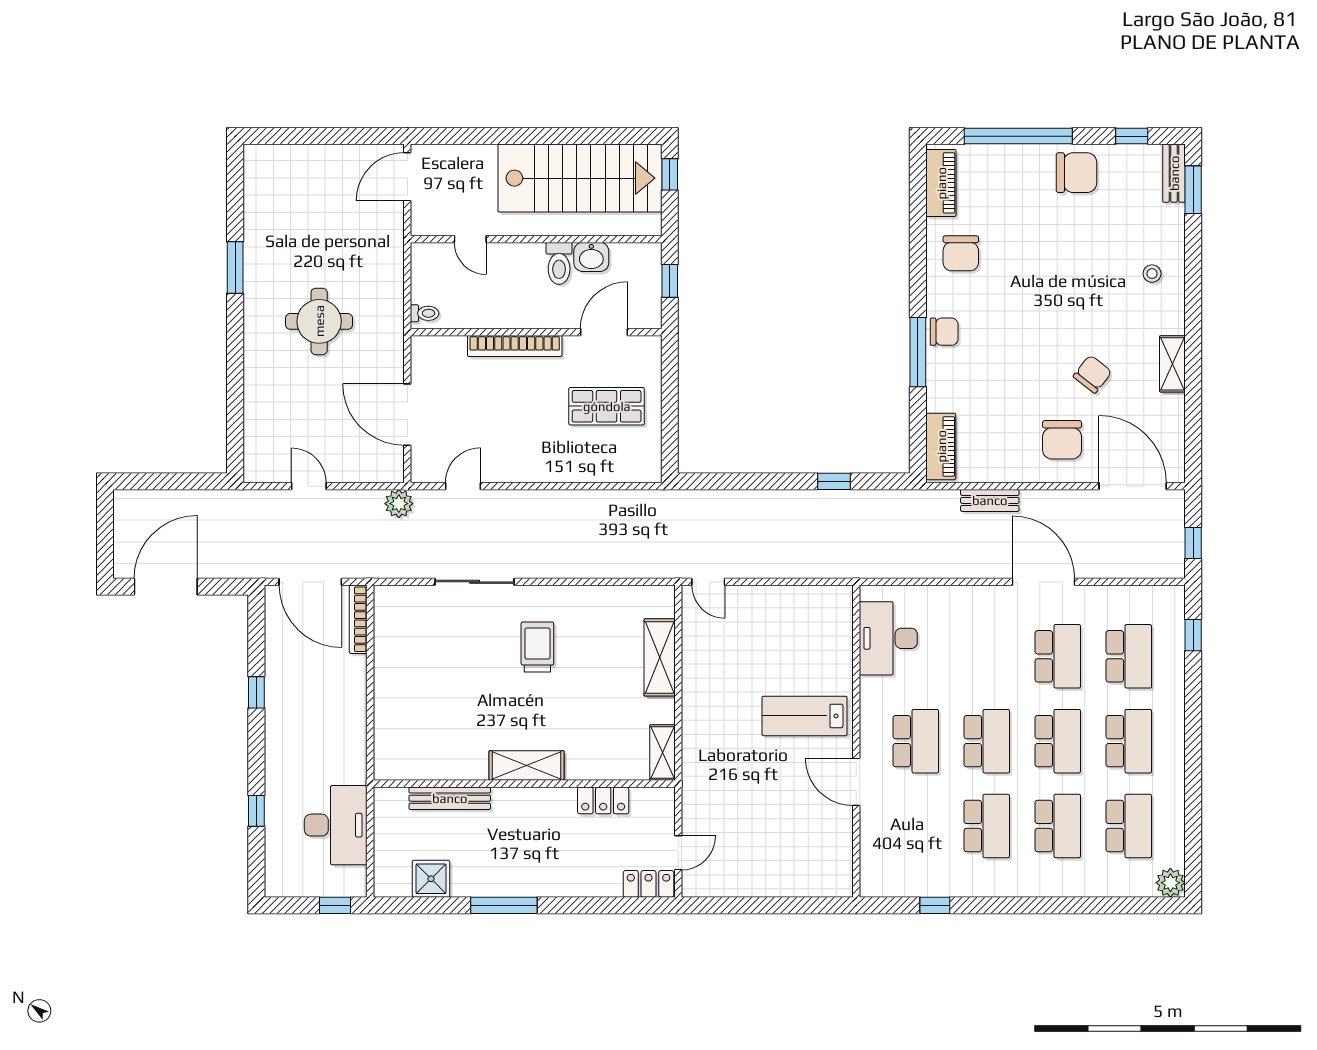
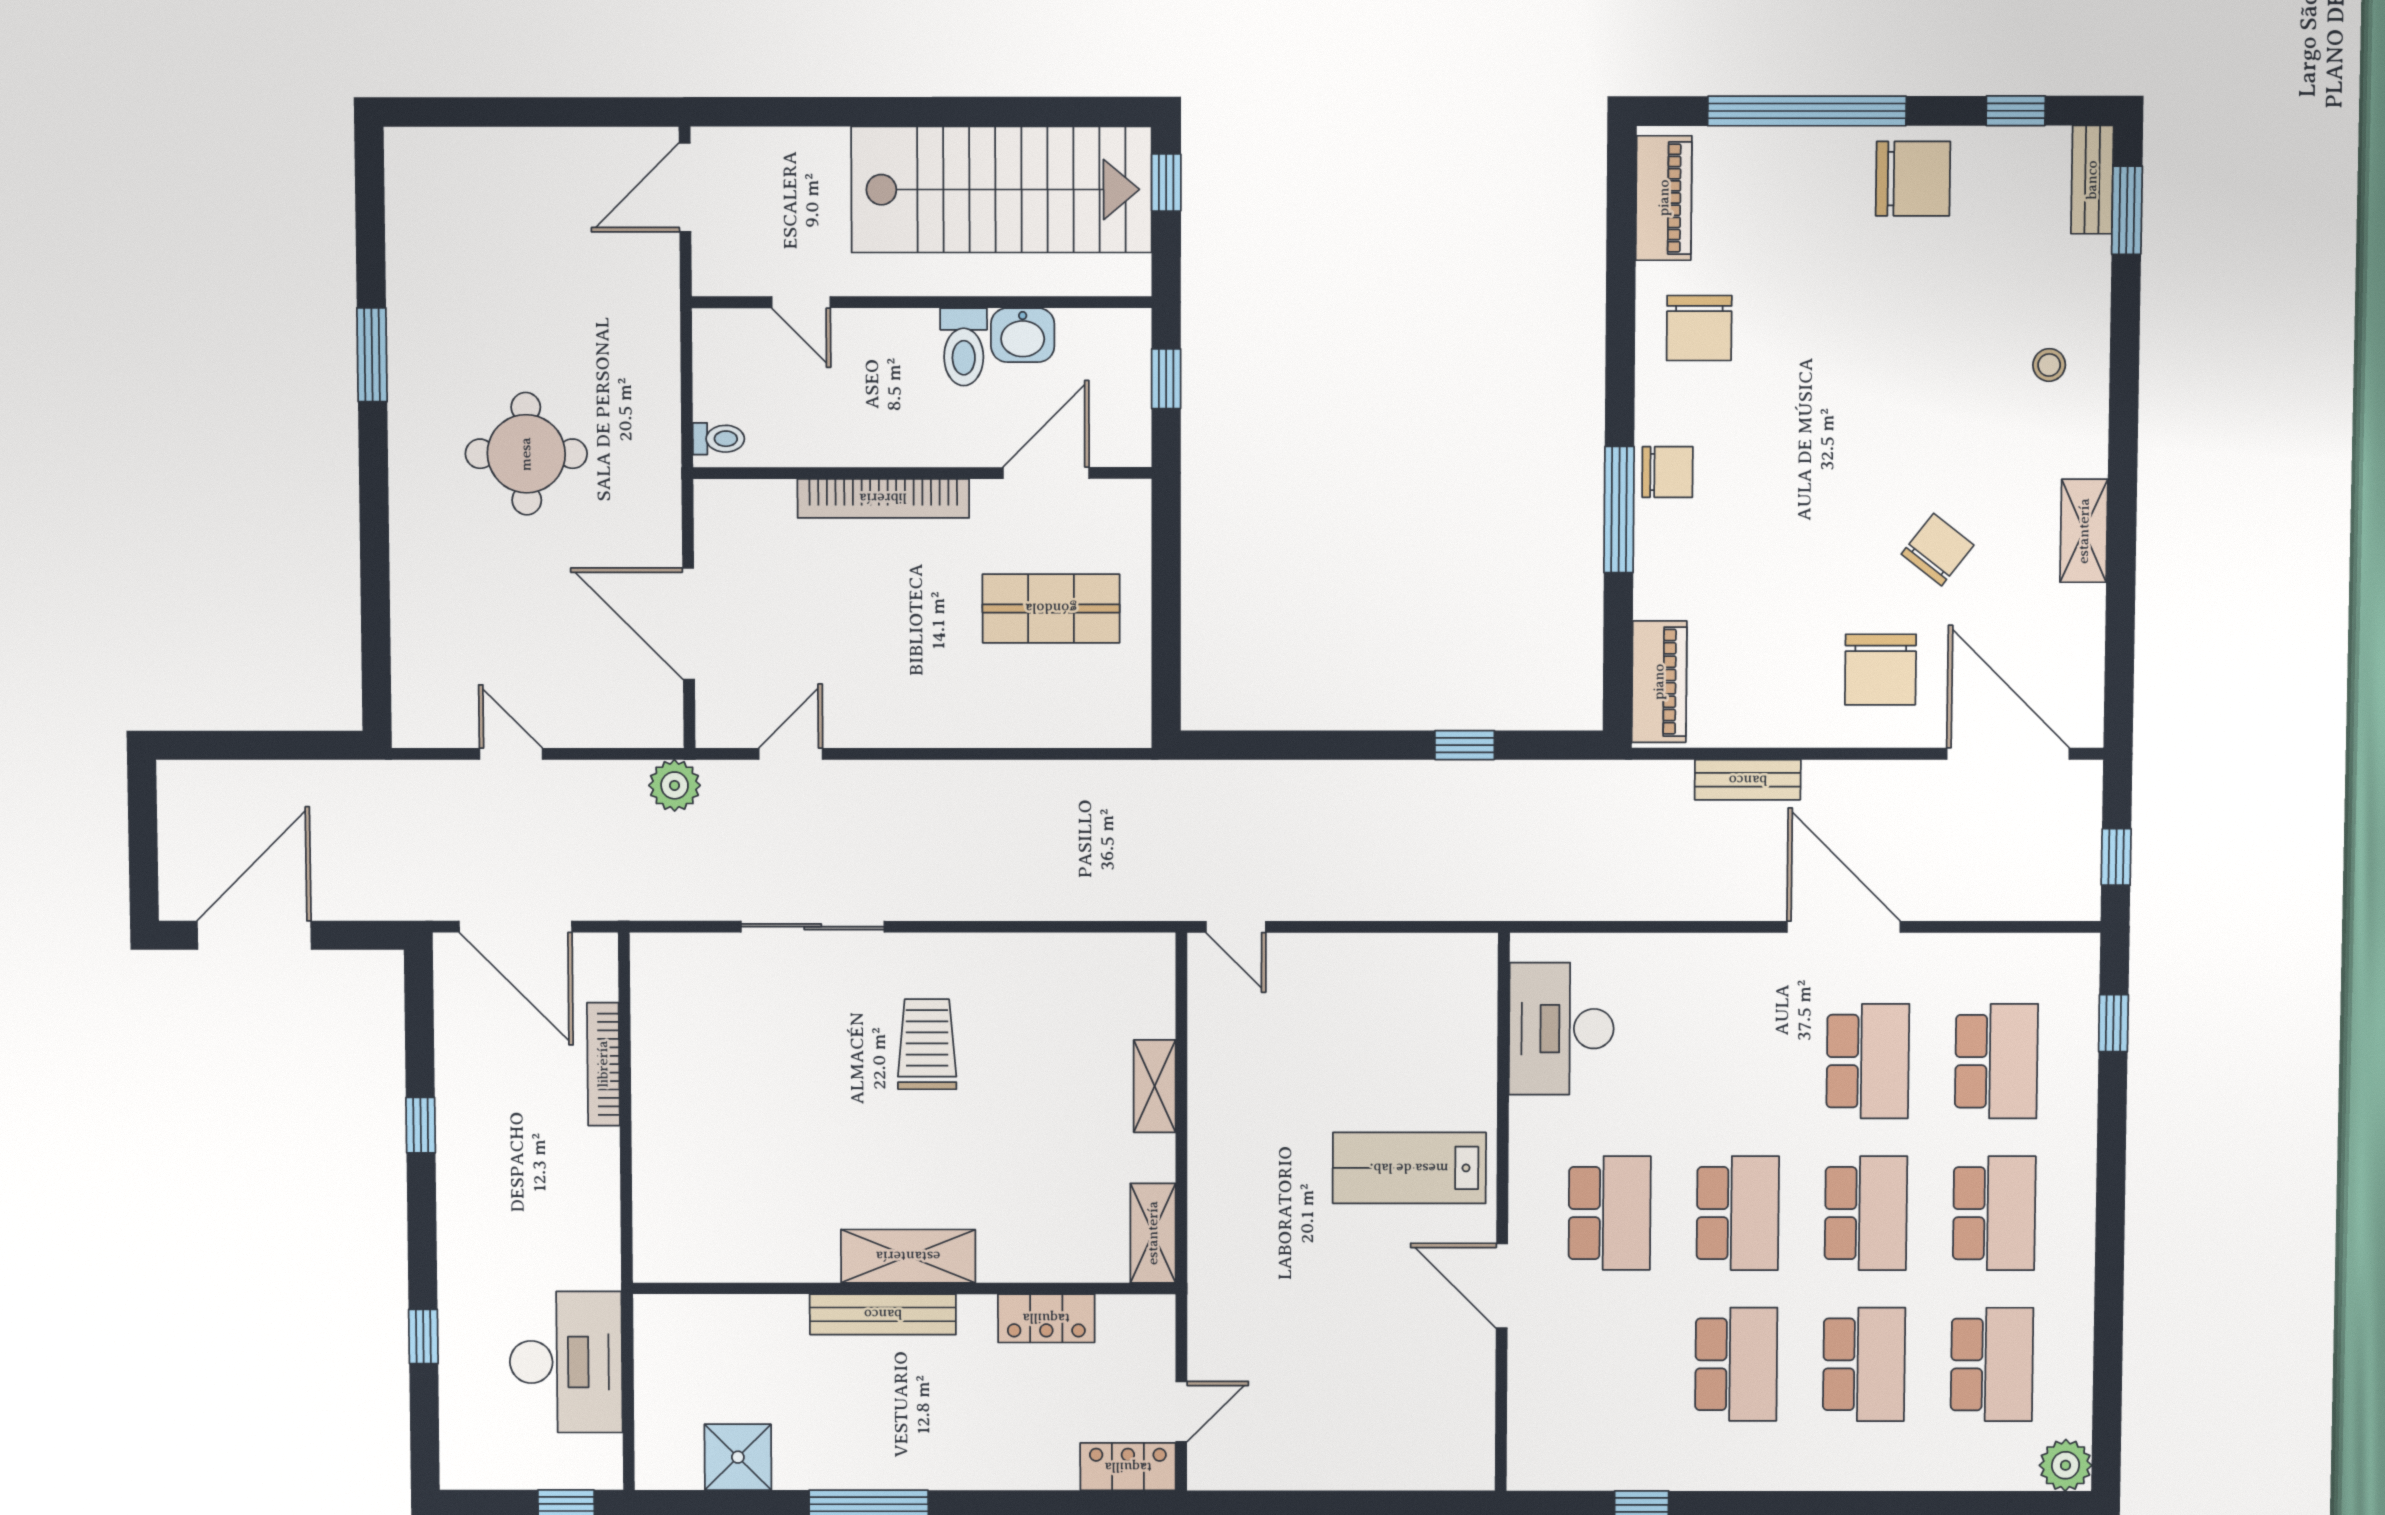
bookcase: (358, 619) -> (603, 1064), moved
shelving: (660, 657) -> (1155, 1086), width x0.67, depth x0.75
bench: (450, 798) -> (883, 1314), moved

